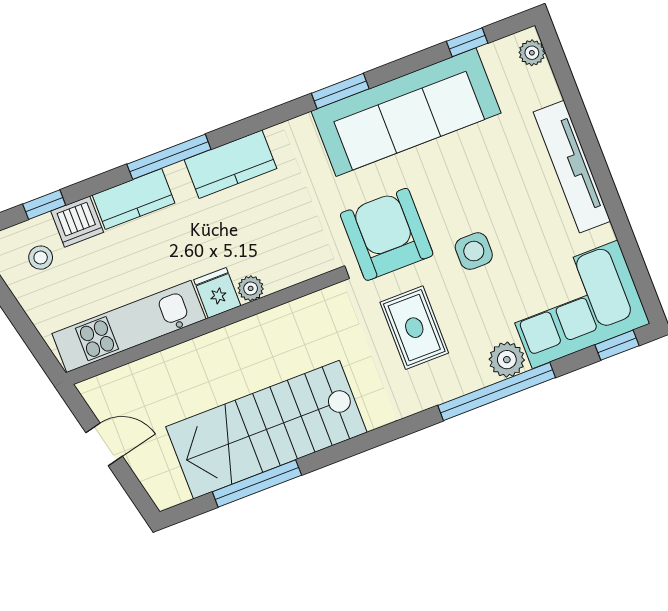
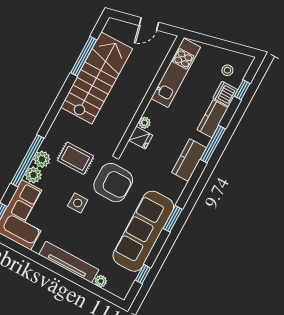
plant: (532, 53) -> (101, 281), moved
fridge: (217, 293) -> (141, 138), moved
plant: (471, 373) -> (42, 159), added

